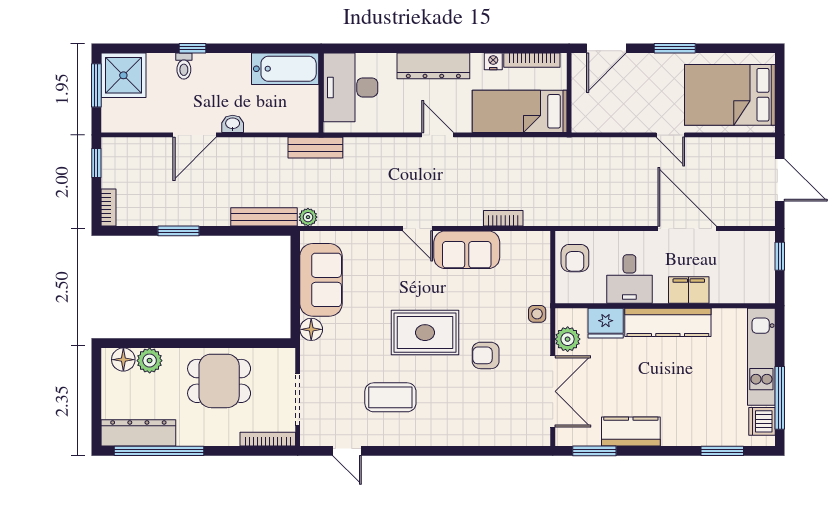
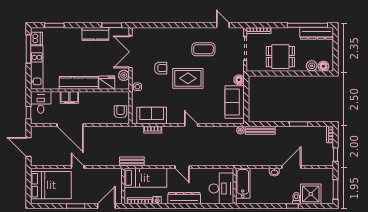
bathtub: (285, 69) -> (243, 183), moved, turned 90
shower: (123, 75) -> (311, 194), moved
bench: (315, 148) -> (132, 161), moved
sofa: (467, 250) -> (152, 116), moved
desk: (629, 279) -> (41, 102), moved

